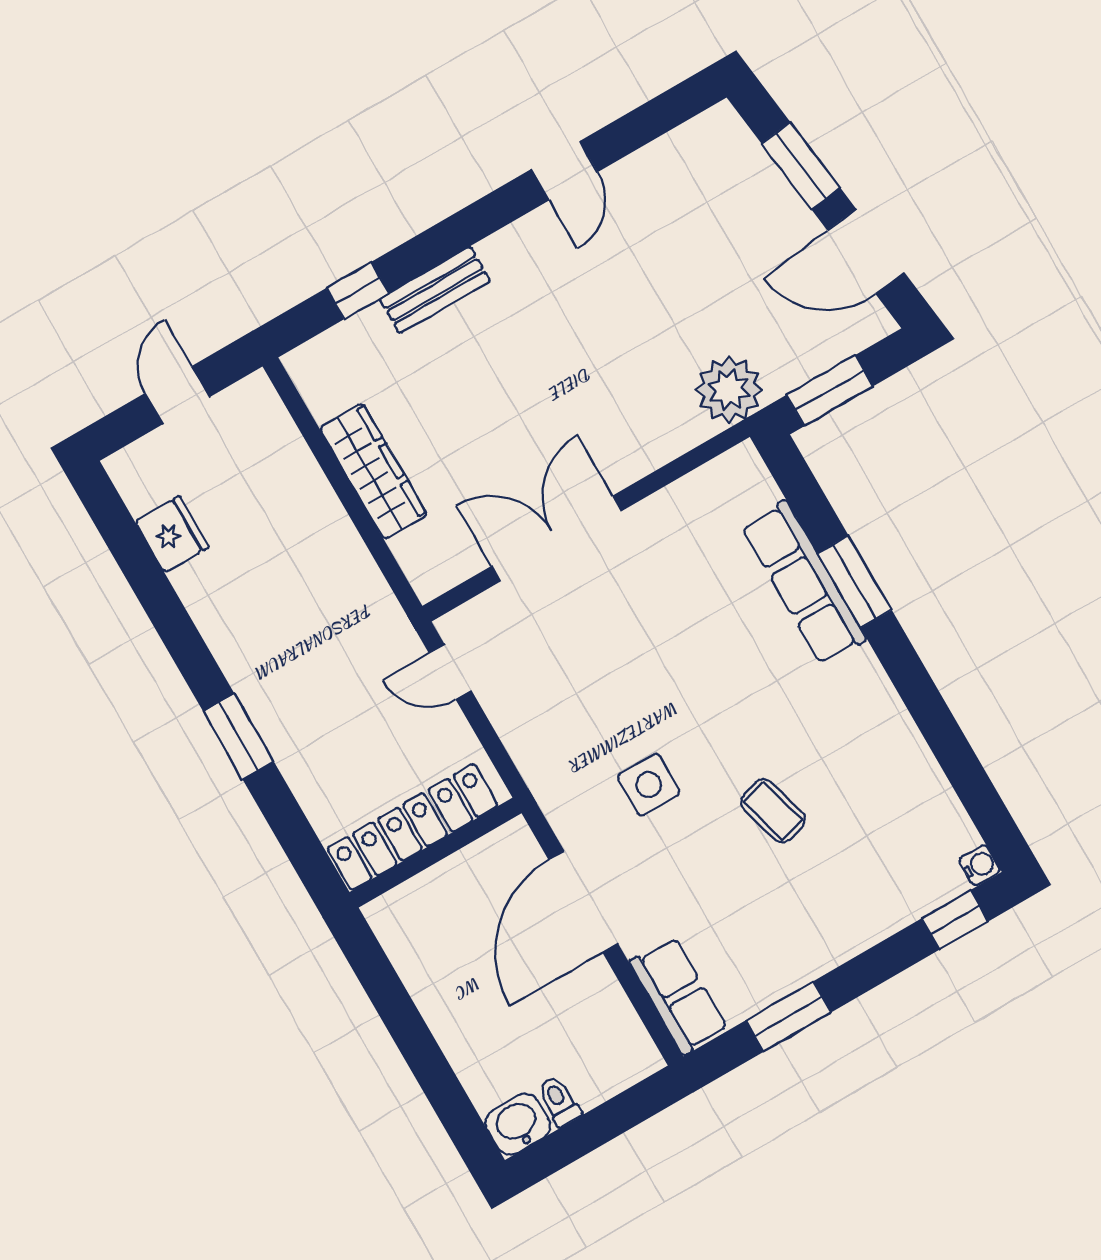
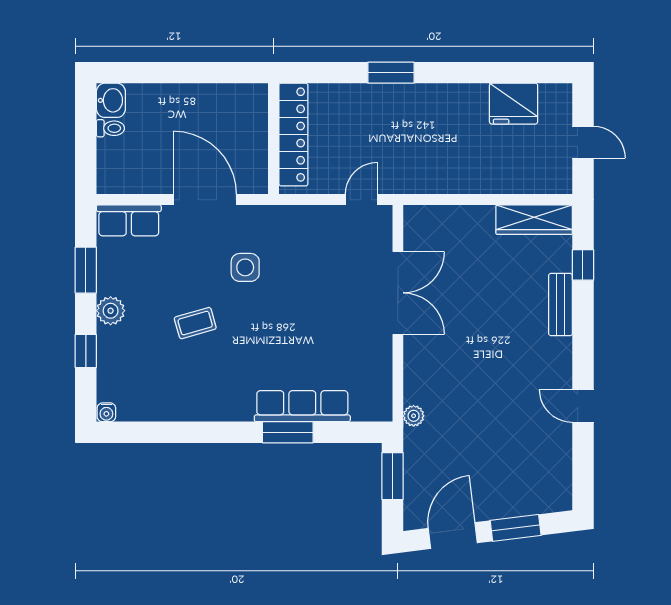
plant: (729, 390) -> (414, 416), width x0.53, depth x0.53
wardrobe: (373, 471) -> (534, 220), moved
fridge: (172, 534) -> (514, 104), width x1.36, depth x1.34
window: (955, 920) -> (86, 351), moved
plant: (827, 945) -> (111, 311), added

